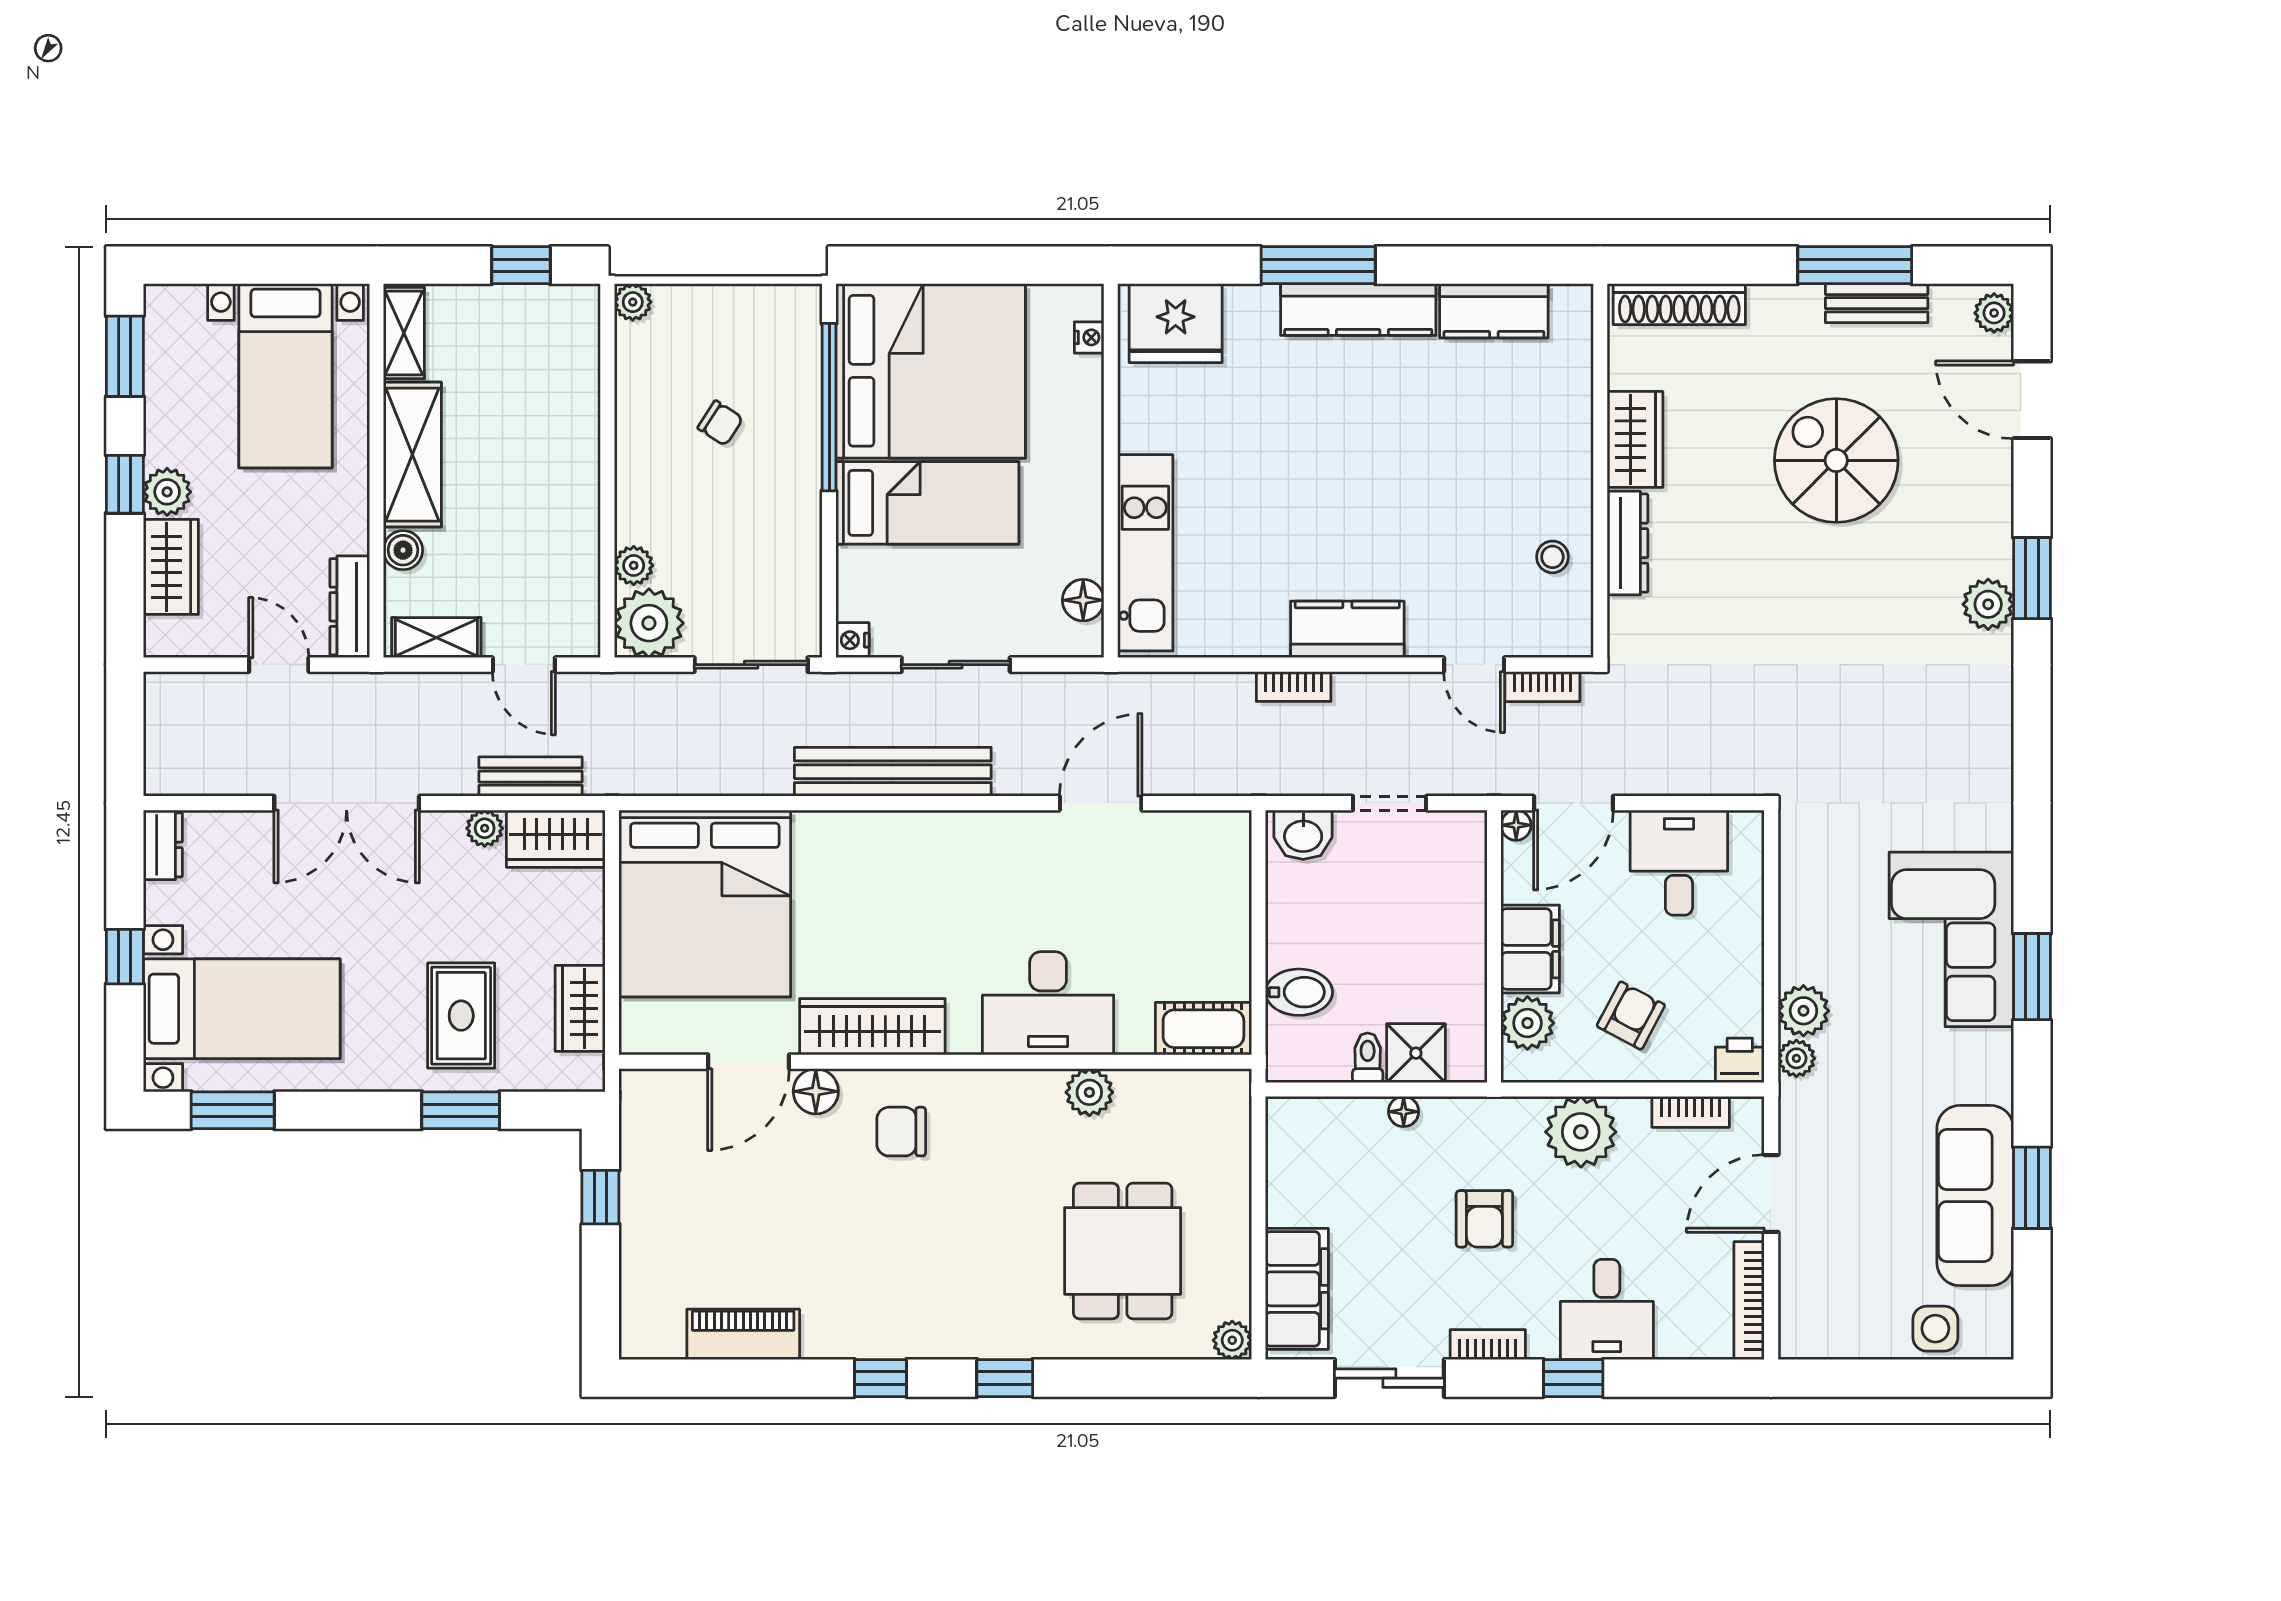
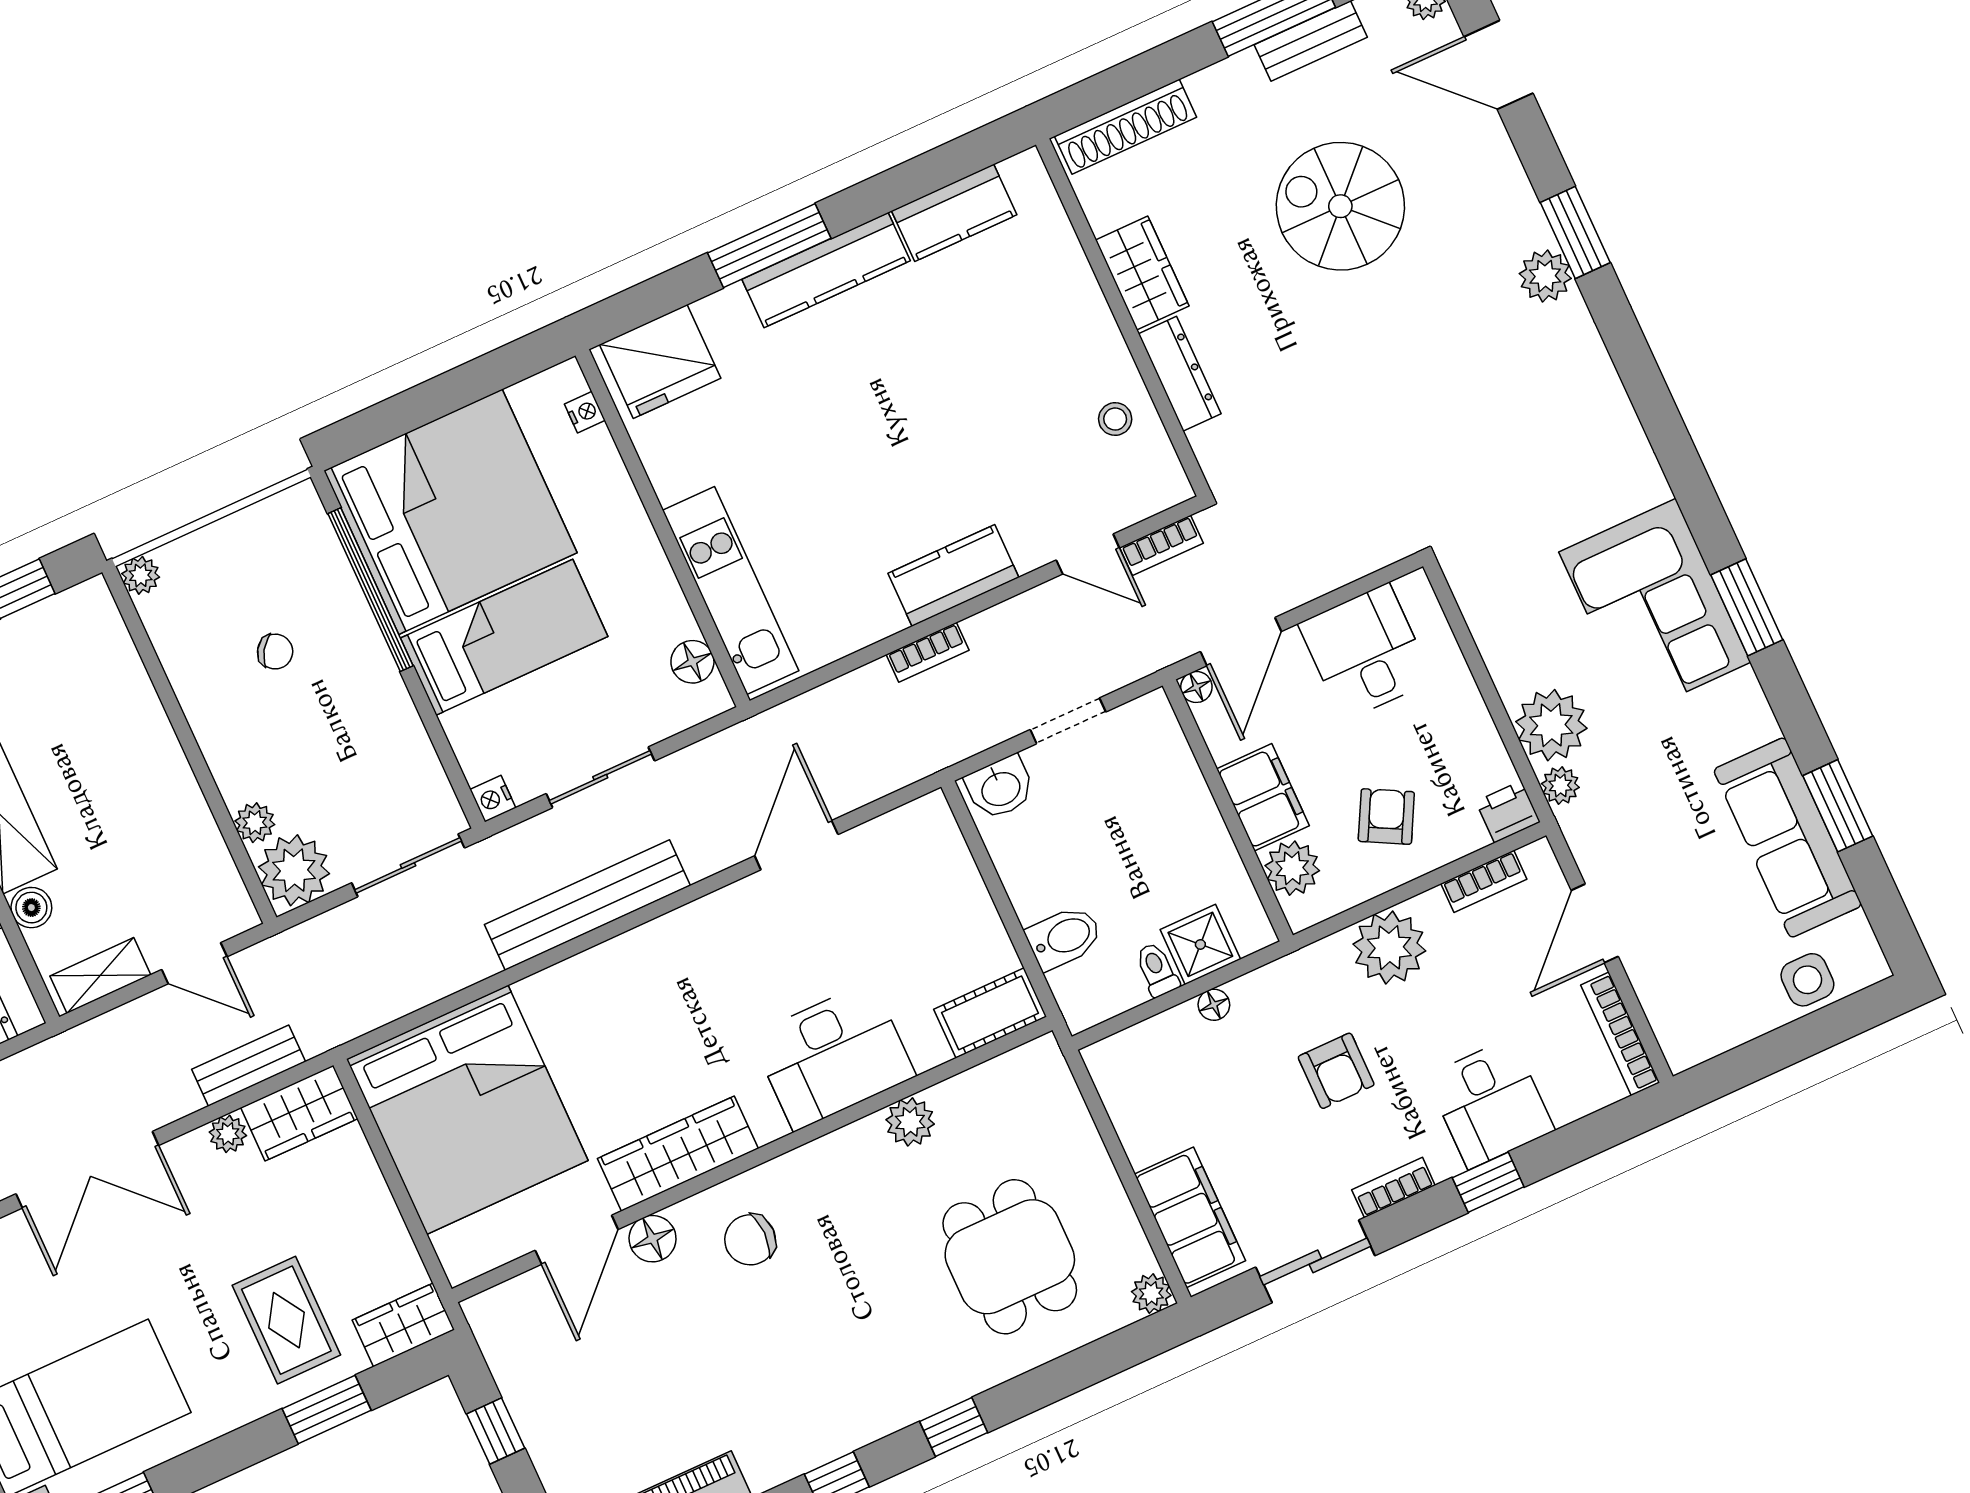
wardrobe: (580, 1008) -> (403, 1325), moved, turned 90
plant: (1803, 1011) -> (1551, 725), width x1.36, depth x1.36

